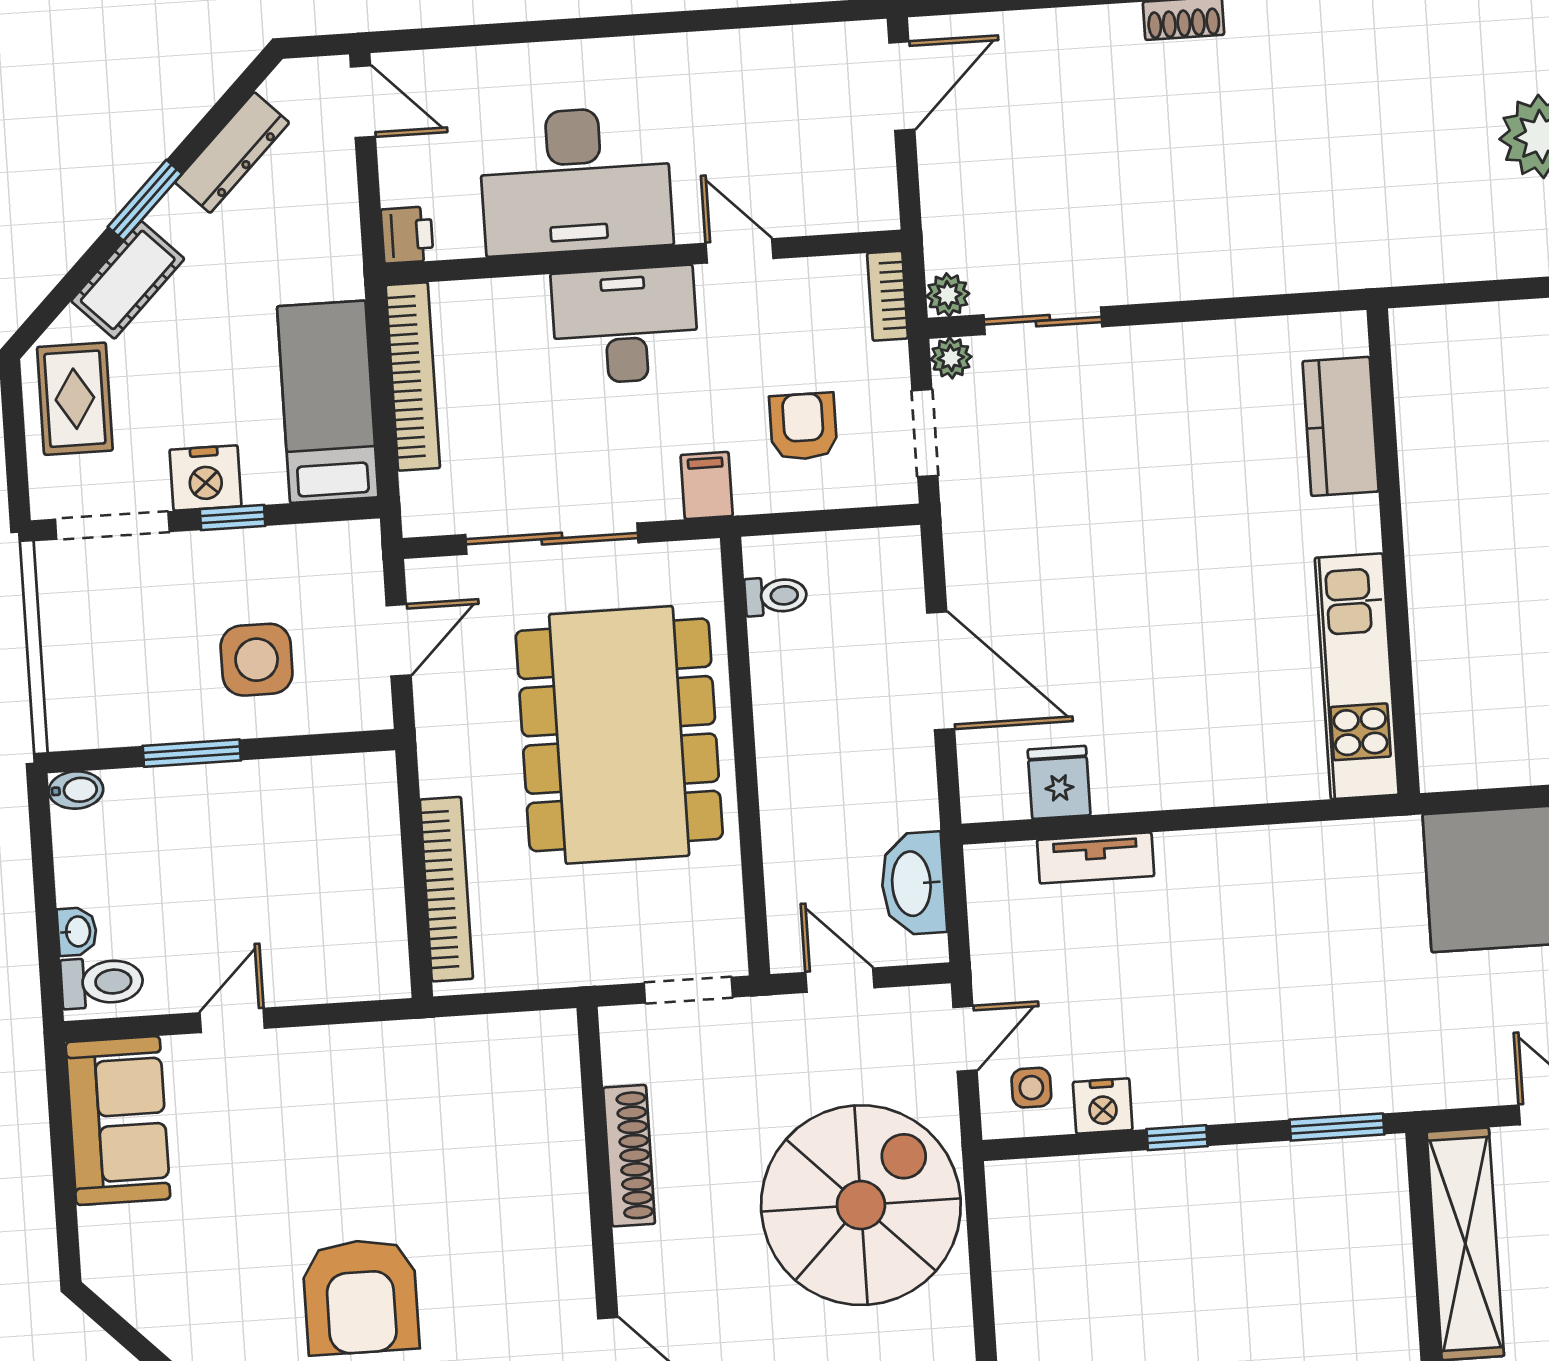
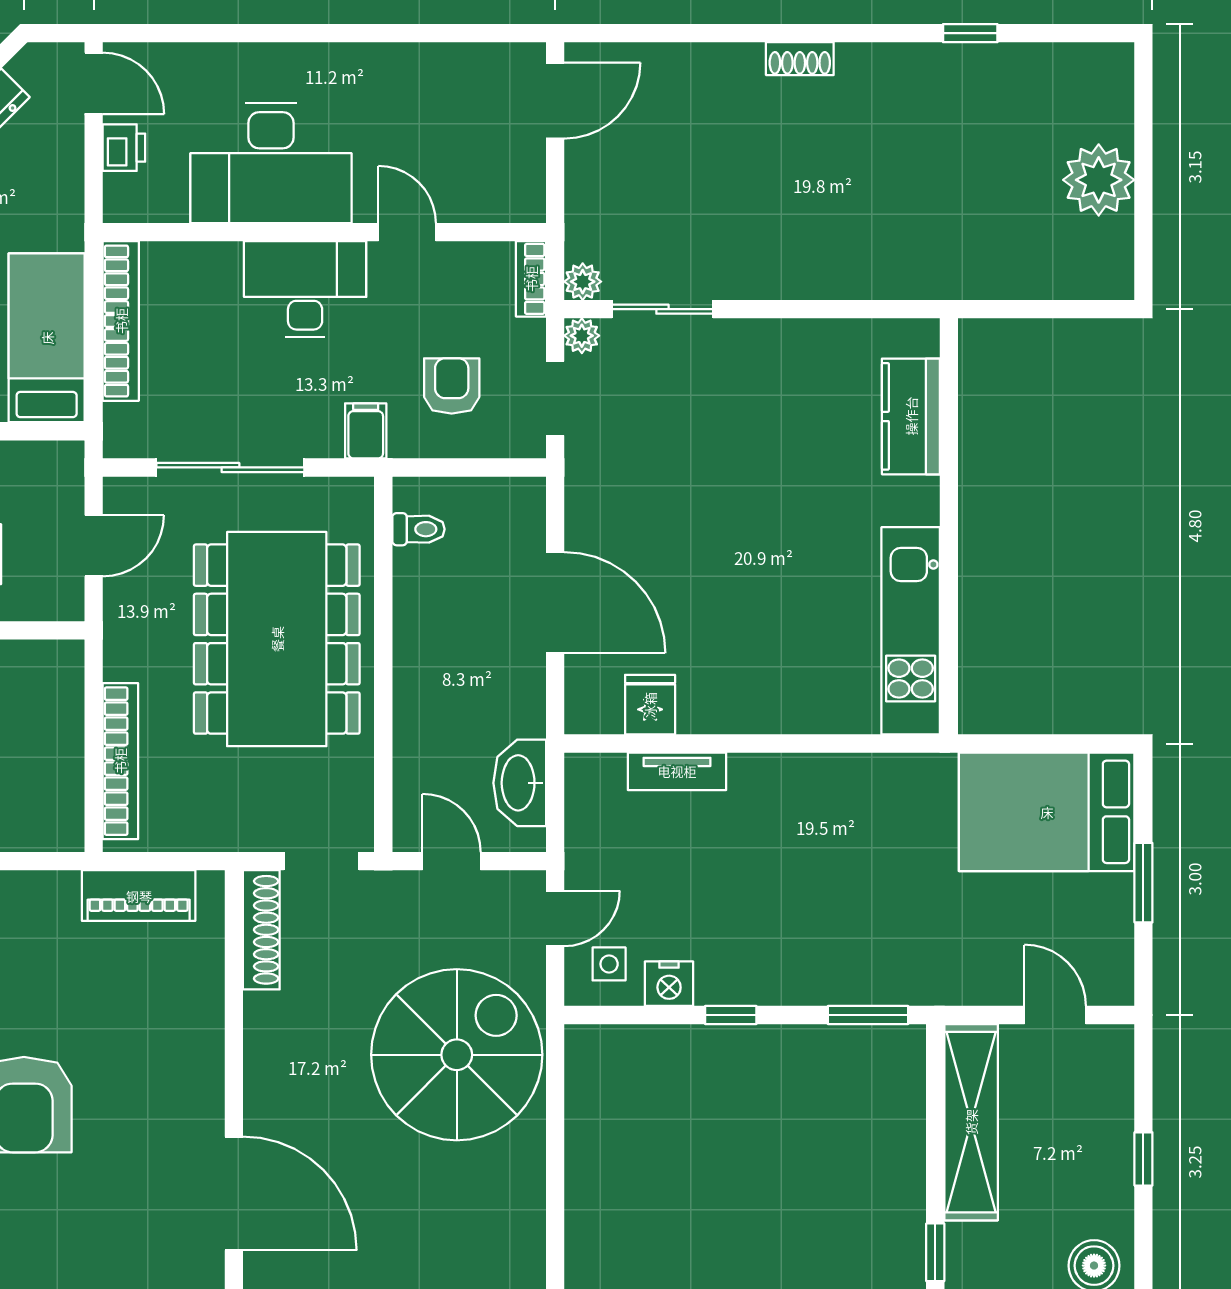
printer: (407, 235) -> (124, 148), moved
piano: (478, 1044) -> (139, 896), added
shoe rack: (629, 1156) -> (261, 930), moved

